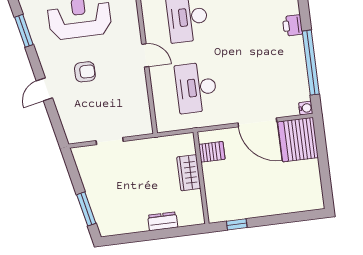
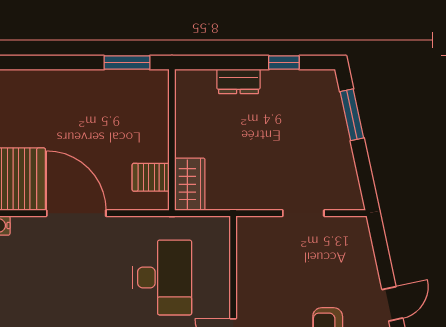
wardrobe: (189, 173) -> (190, 184), moved
window: (237, 224) -> (127, 63), width x1.50
window: (135, 237) -> (284, 63), added

